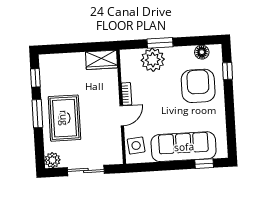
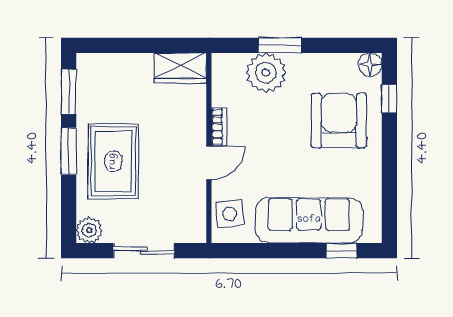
floor lamp: (202, 52) -> (370, 65), moved
window: (35, 78) -> (69, 92), width x1.50

